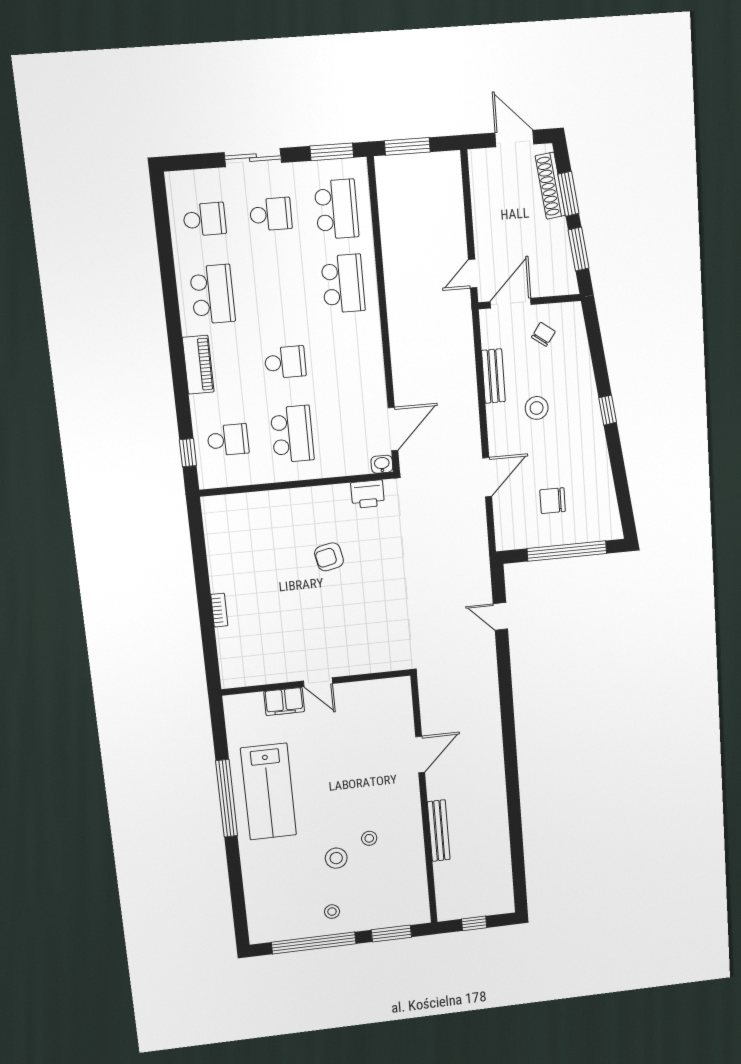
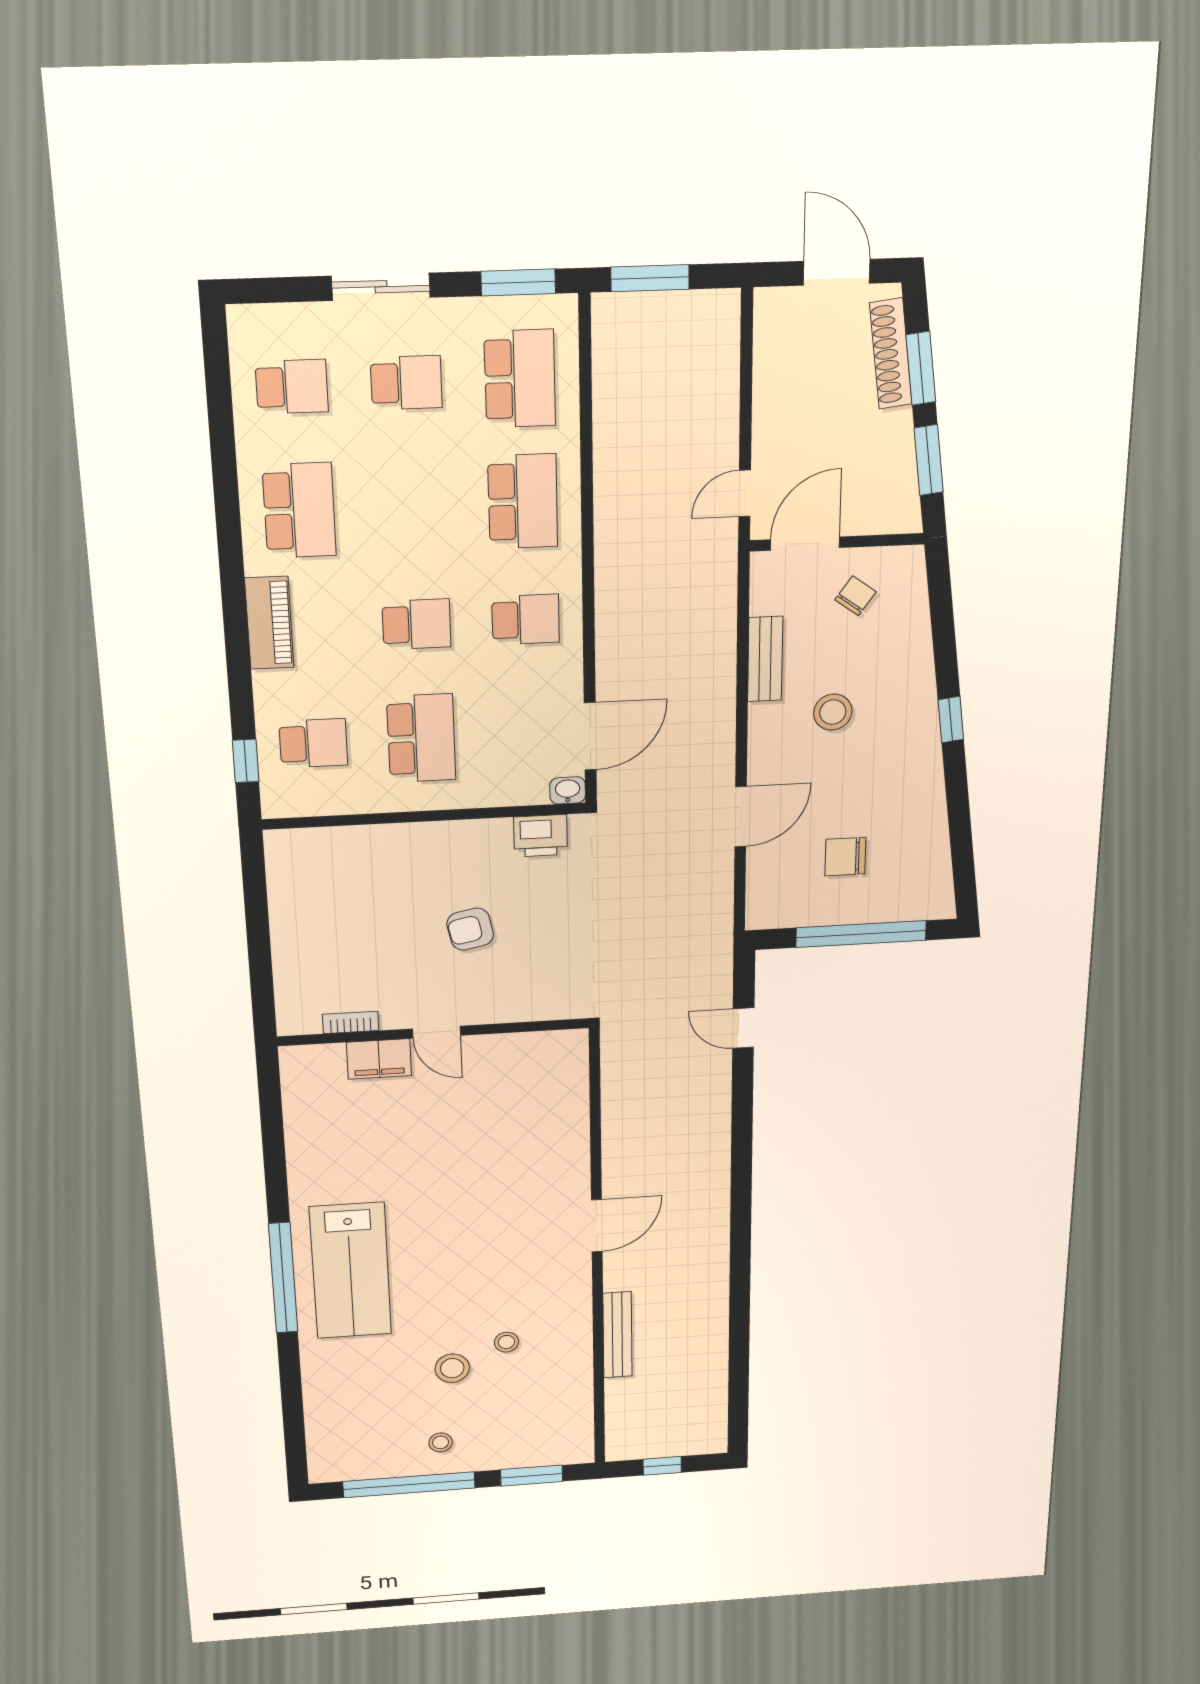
school desk: (350, 357) -> (526, 619), added
bookcase: (219, 610) -> (351, 1022), moved, turned -90
wall: (316, 682) -> (434, 1032), moved
door: (318, 682) -> (437, 1032), moved
filing cabinet: (284, 701) -> (379, 1059), moved

